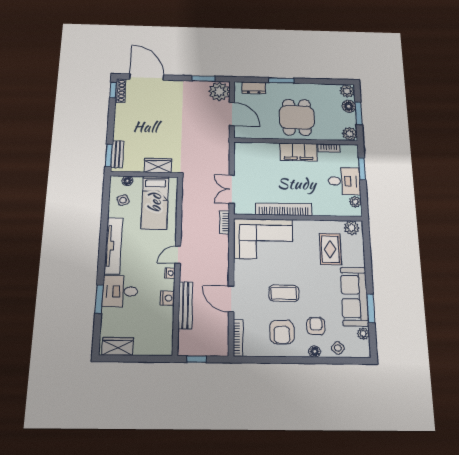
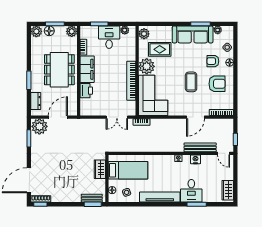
dining table: (297, 117) -> (59, 70), width x1.38
printer: (269, 150) -> (86, 91), added
plant: (305, 231) -> (147, 66), added
door: (178, 255) -> (224, 153), moved

